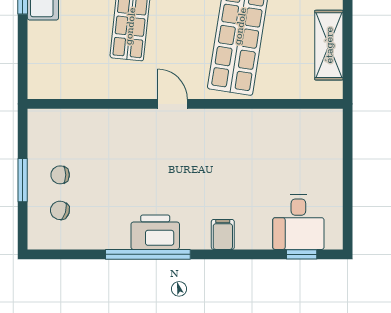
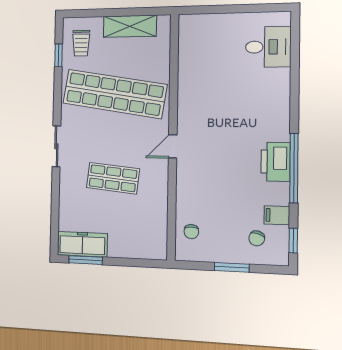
chair: (60, 175) -> (191, 232), moved
filing cabinet: (223, 234) -> (277, 215), moved
window: (302, 254) -> (293, 241), moved

